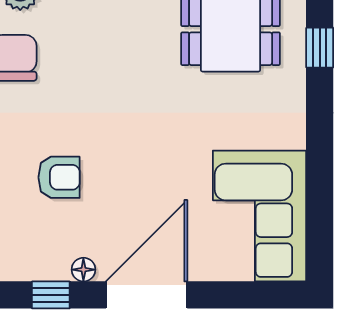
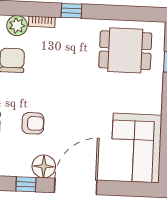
floor lamp: (83, 270) -> (44, 166), width x1.89, depth x1.89

